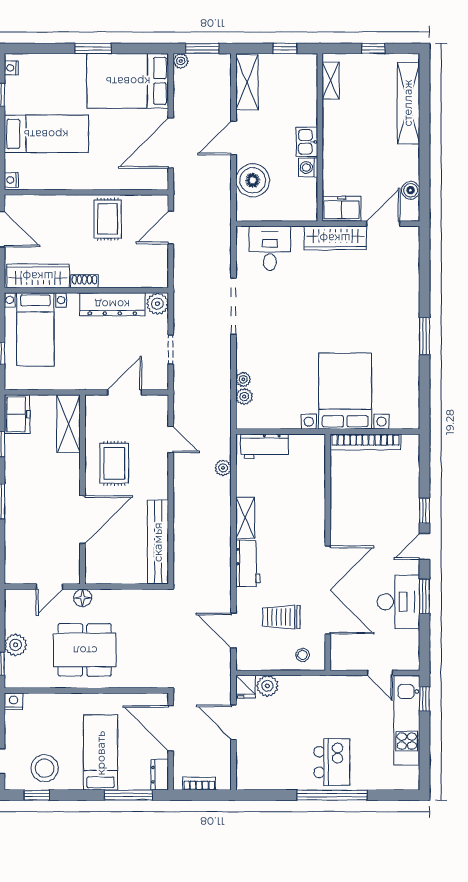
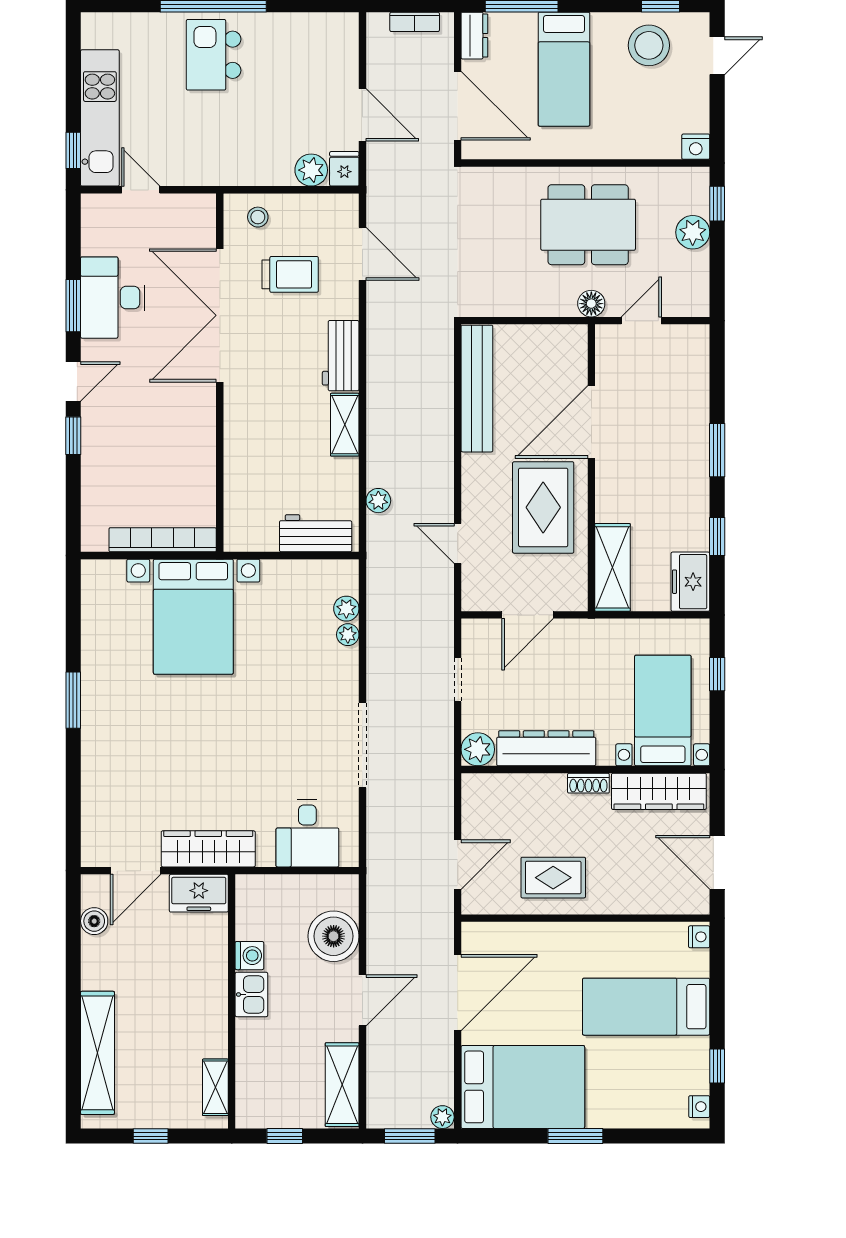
rug: (108, 219) -> (553, 878), turned 90
rug: (114, 463) -> (543, 507), width x1.36, depth x1.43

